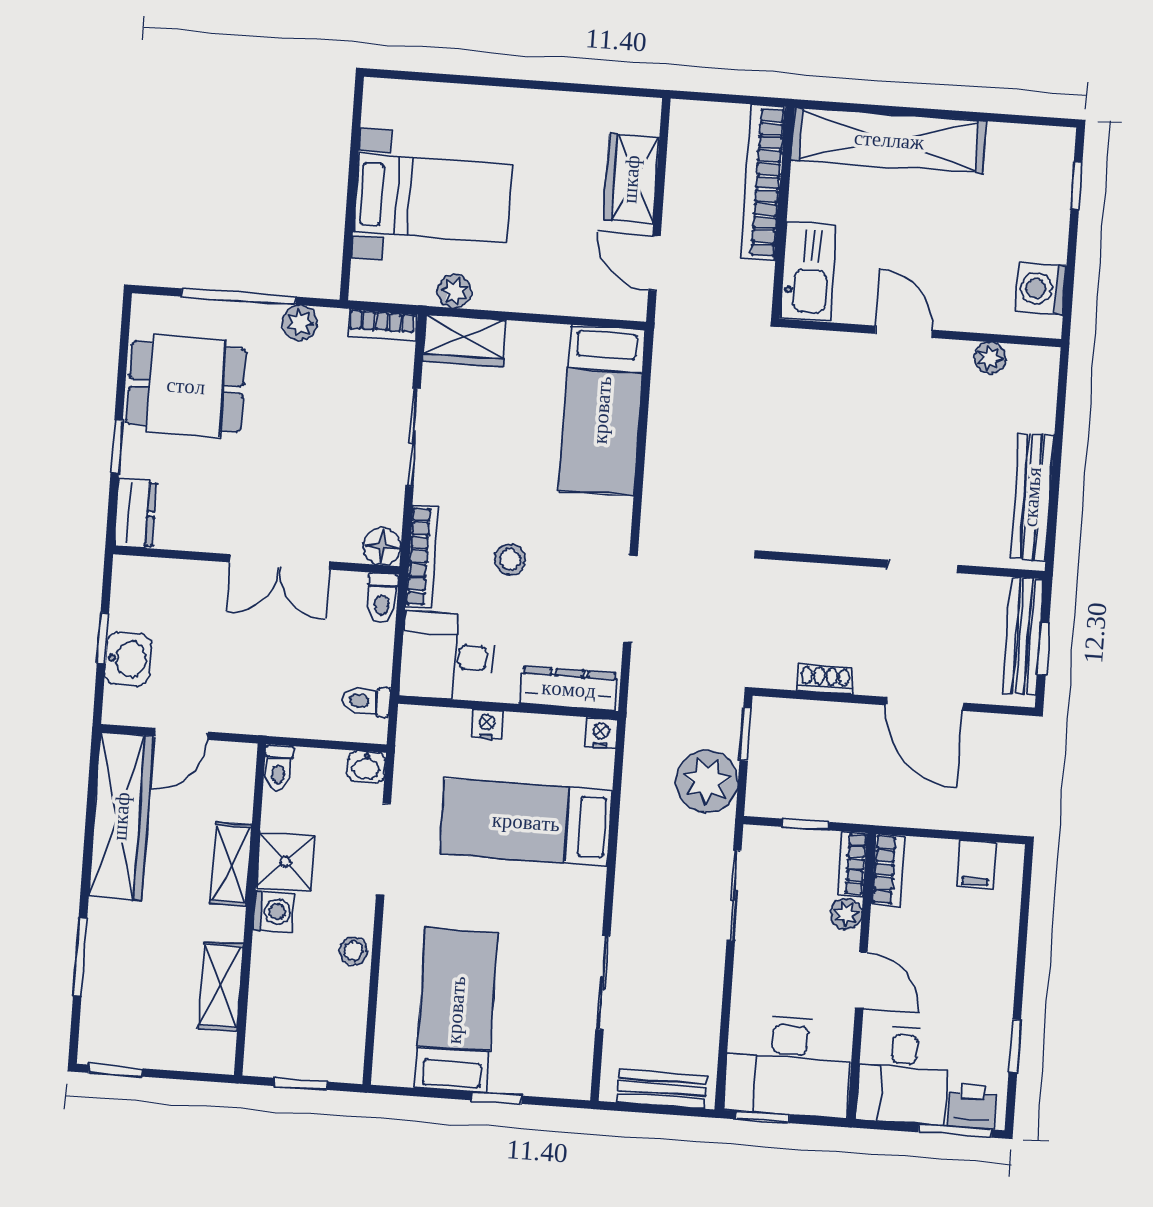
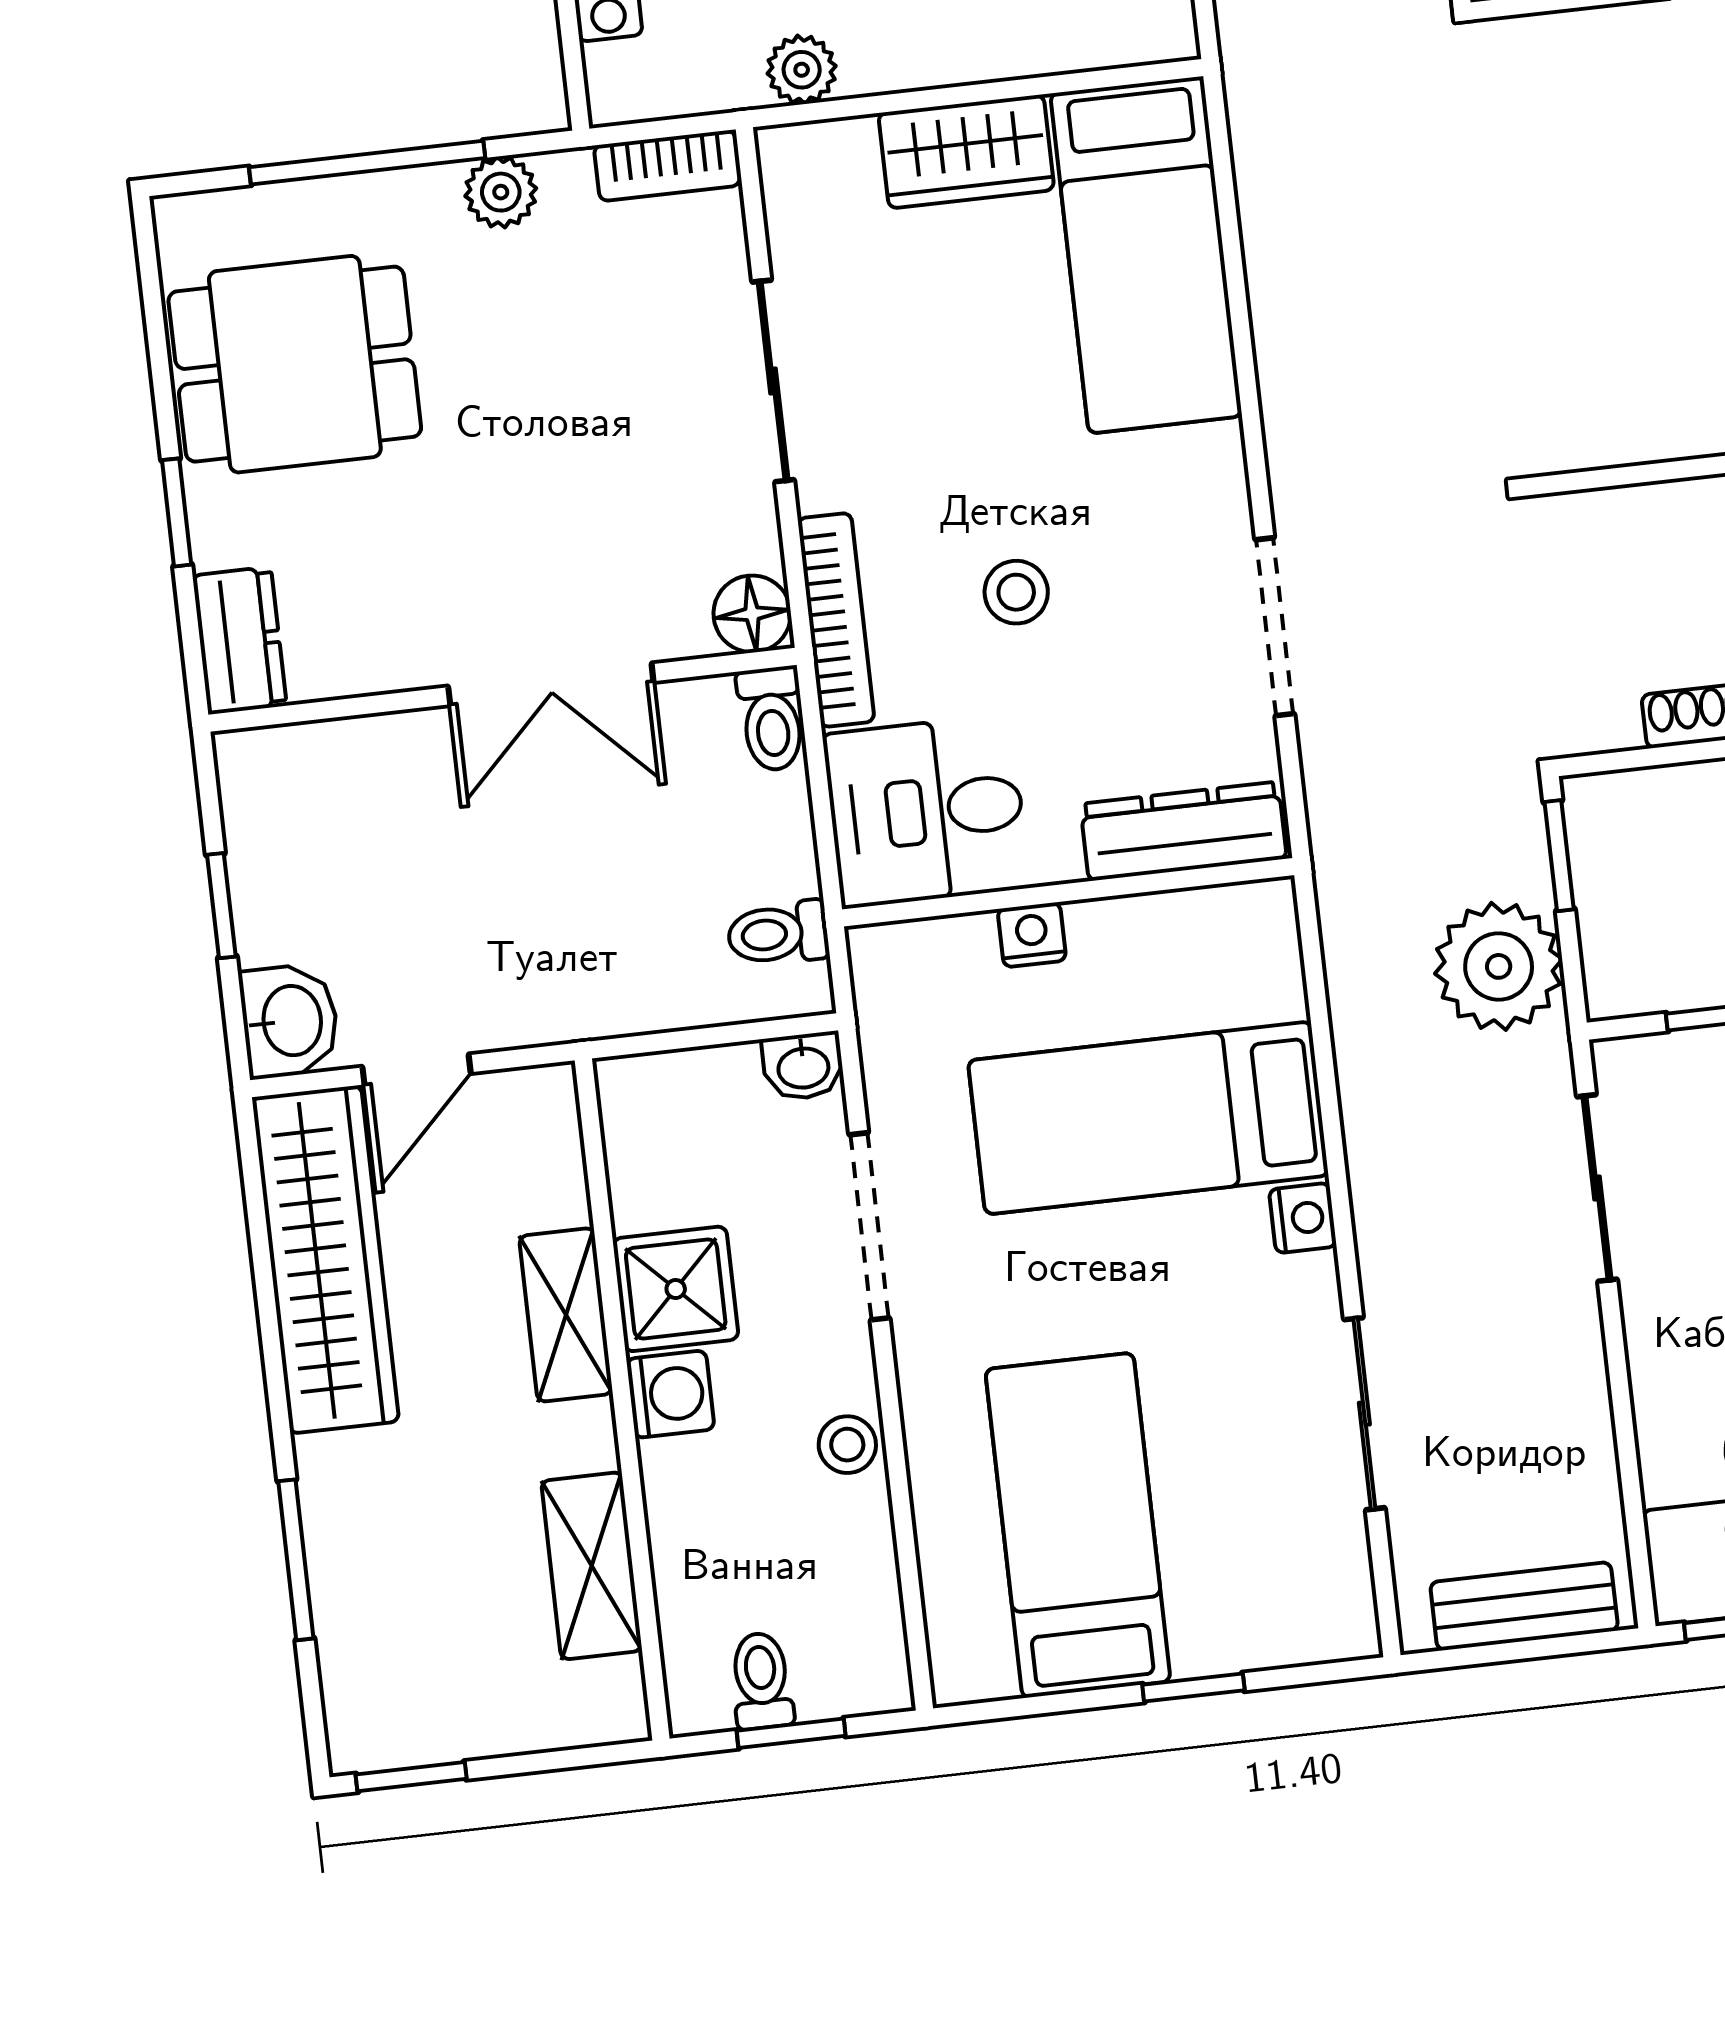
wardrobe: (465, 340) -> (966, 152), moved
washbasin: (128, 659) -> (290, 1021), moved
nightstand: (601, 733) -> (1303, 1218), moved, turned 90
toilet: (278, 768) -> (762, 1681), moved, turned 180

